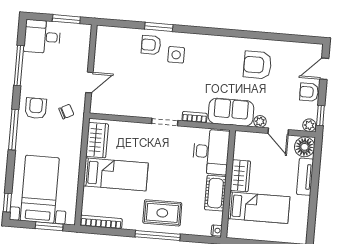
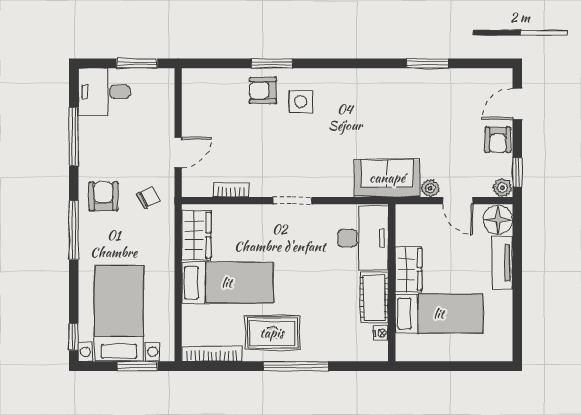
window: (265, 36) -> (427, 63), added
armchair: (257, 65) -> (420, 106), removed
armchair: (309, 92) -> (498, 140), turned -90
bookcase: (195, 117) -> (231, 190), moved
rug: (162, 213) -> (272, 333), moved
nightstand: (217, 230) -> (381, 333), moved

